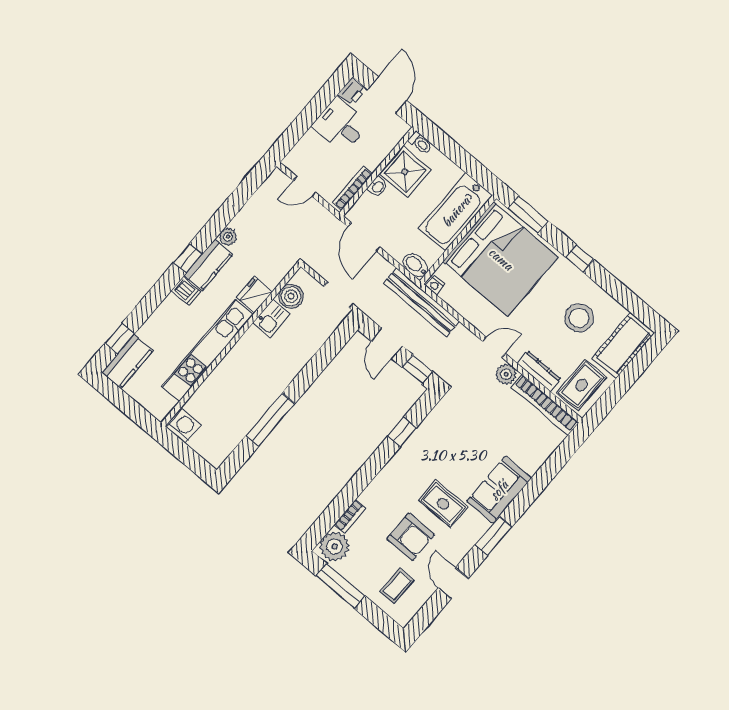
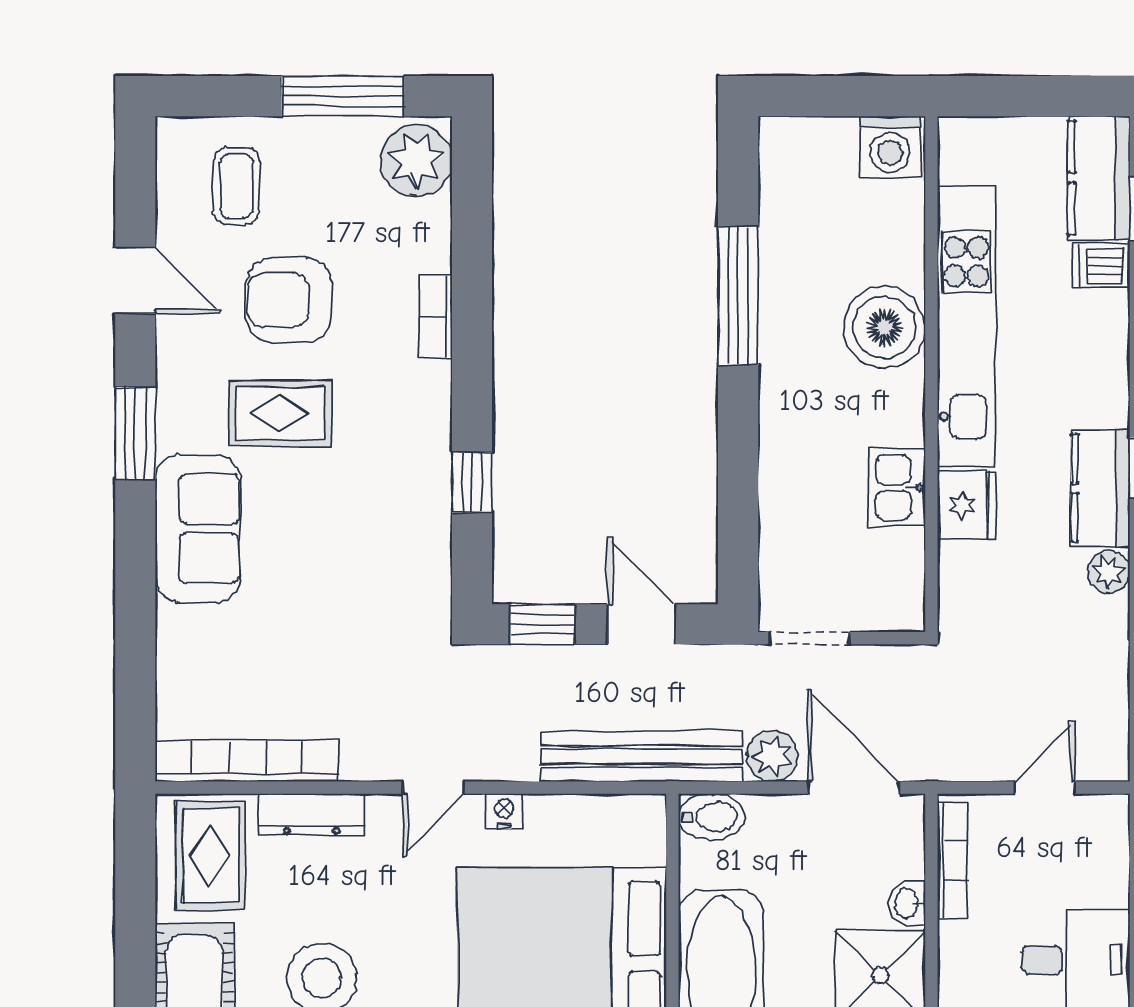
nightstand: (435, 285) -> (504, 811), moved
dishwasher: (186, 291) -> (1101, 266), moved
boiler: (291, 296) -> (885, 327), moved, width x1.37, depth x1.37
plant: (506, 374) -> (772, 756), moved
bookcase: (350, 516) -> (436, 317), moved

